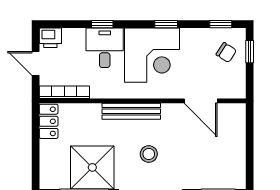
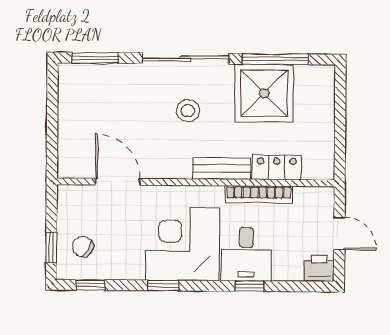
bookcase: (64, 92) -> (259, 194), moved
bench: (131, 111) -> (222, 168), width x0.73
locker: (49, 121) -> (277, 167), moved, turned 90

